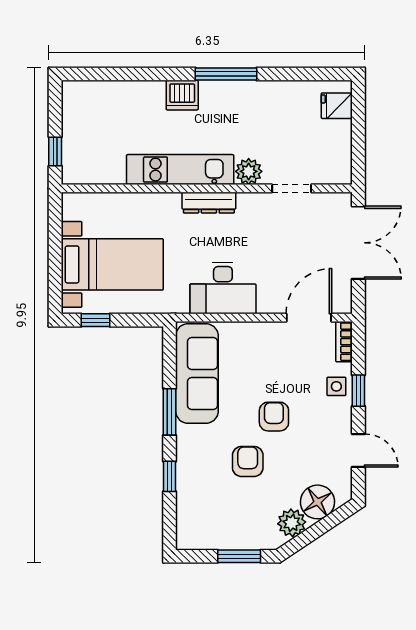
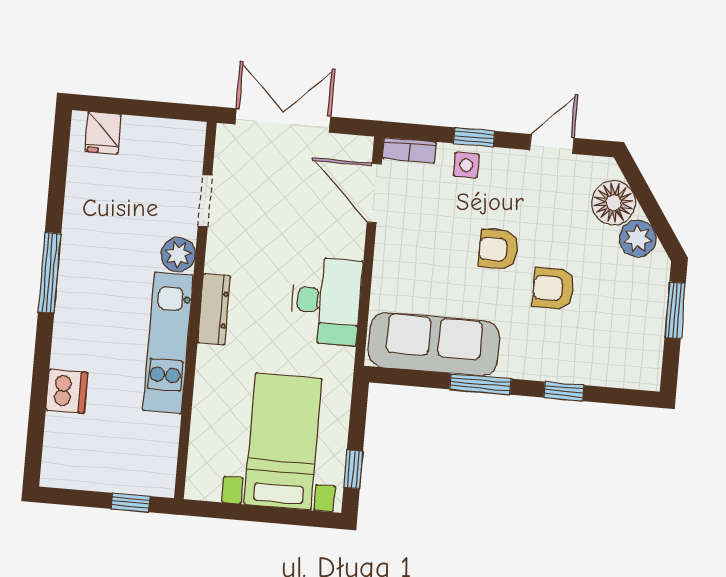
dishwasher: (182, 95) -> (67, 391), moved

